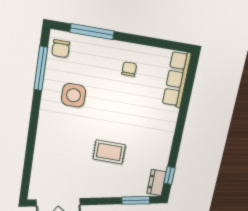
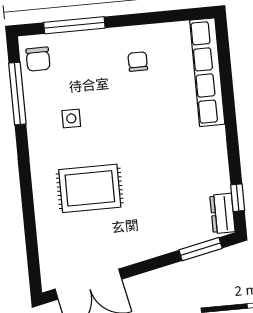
row of seats: (177, 79) -> (207, 72), width x1.36
side table: (74, 95) -> (71, 118), width x0.54, depth x0.54
rug: (109, 152) -> (90, 188), moved, width x1.36, depth x1.43

